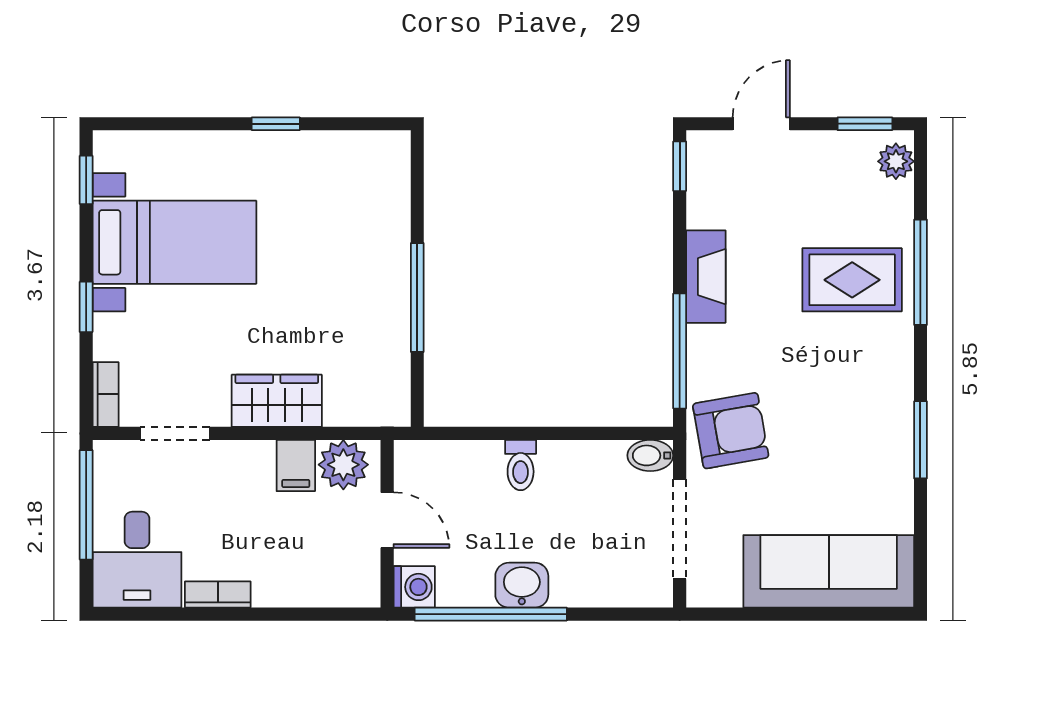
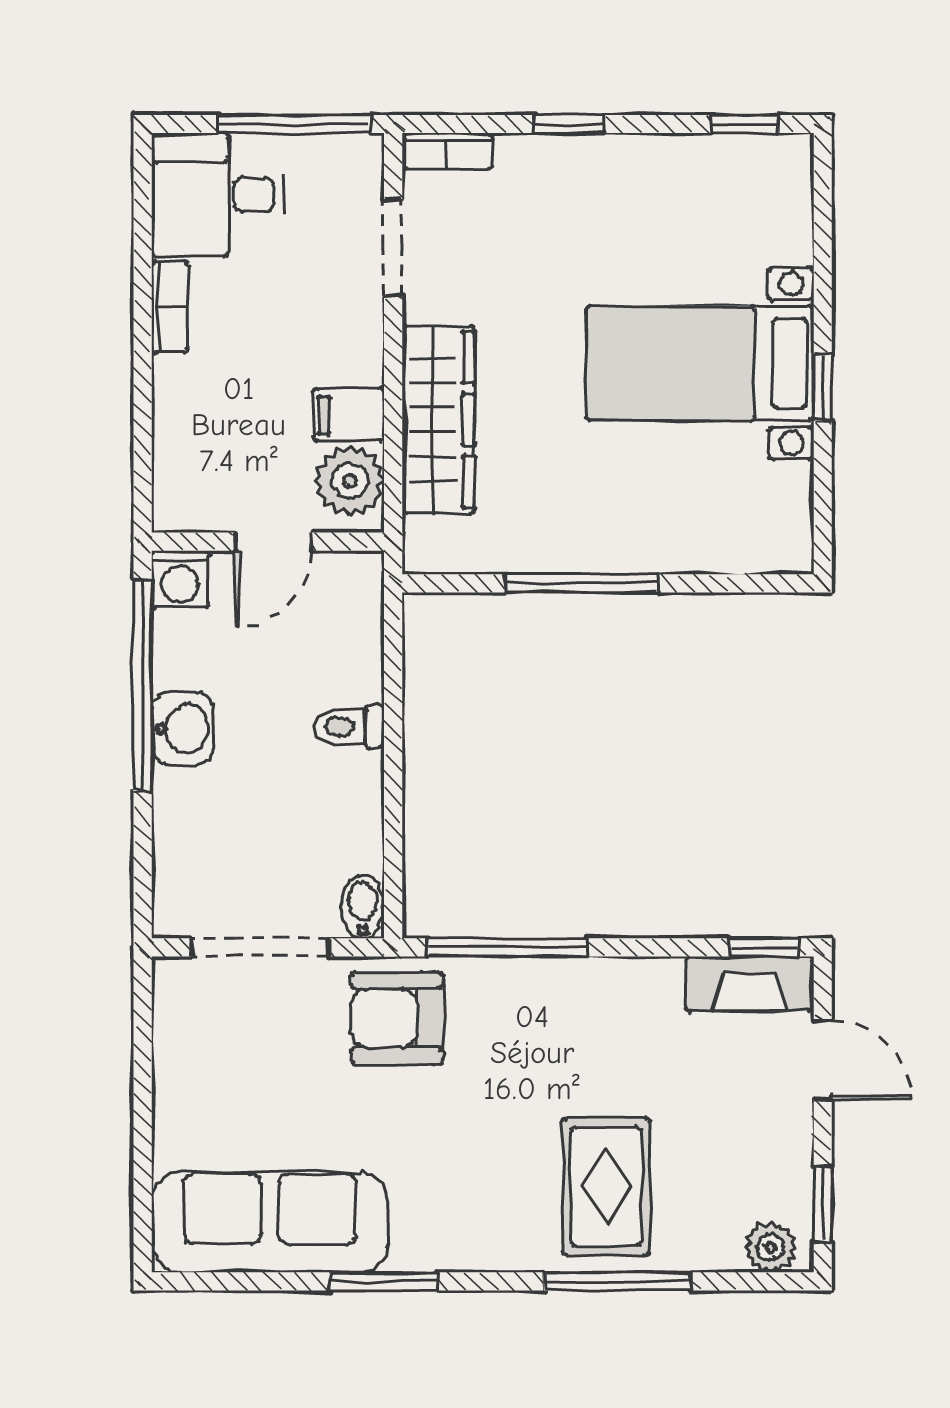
bed with nightstands: (174, 242) -> (700, 363), moved, turned 90
fireplace: (706, 277) -> (750, 984), moved
wardrobe: (277, 401) -> (438, 420), width x1.50
armchair: (731, 431) -> (397, 1018), turned 100
sofa: (829, 571) -> (270, 1222), moved, turned -90

